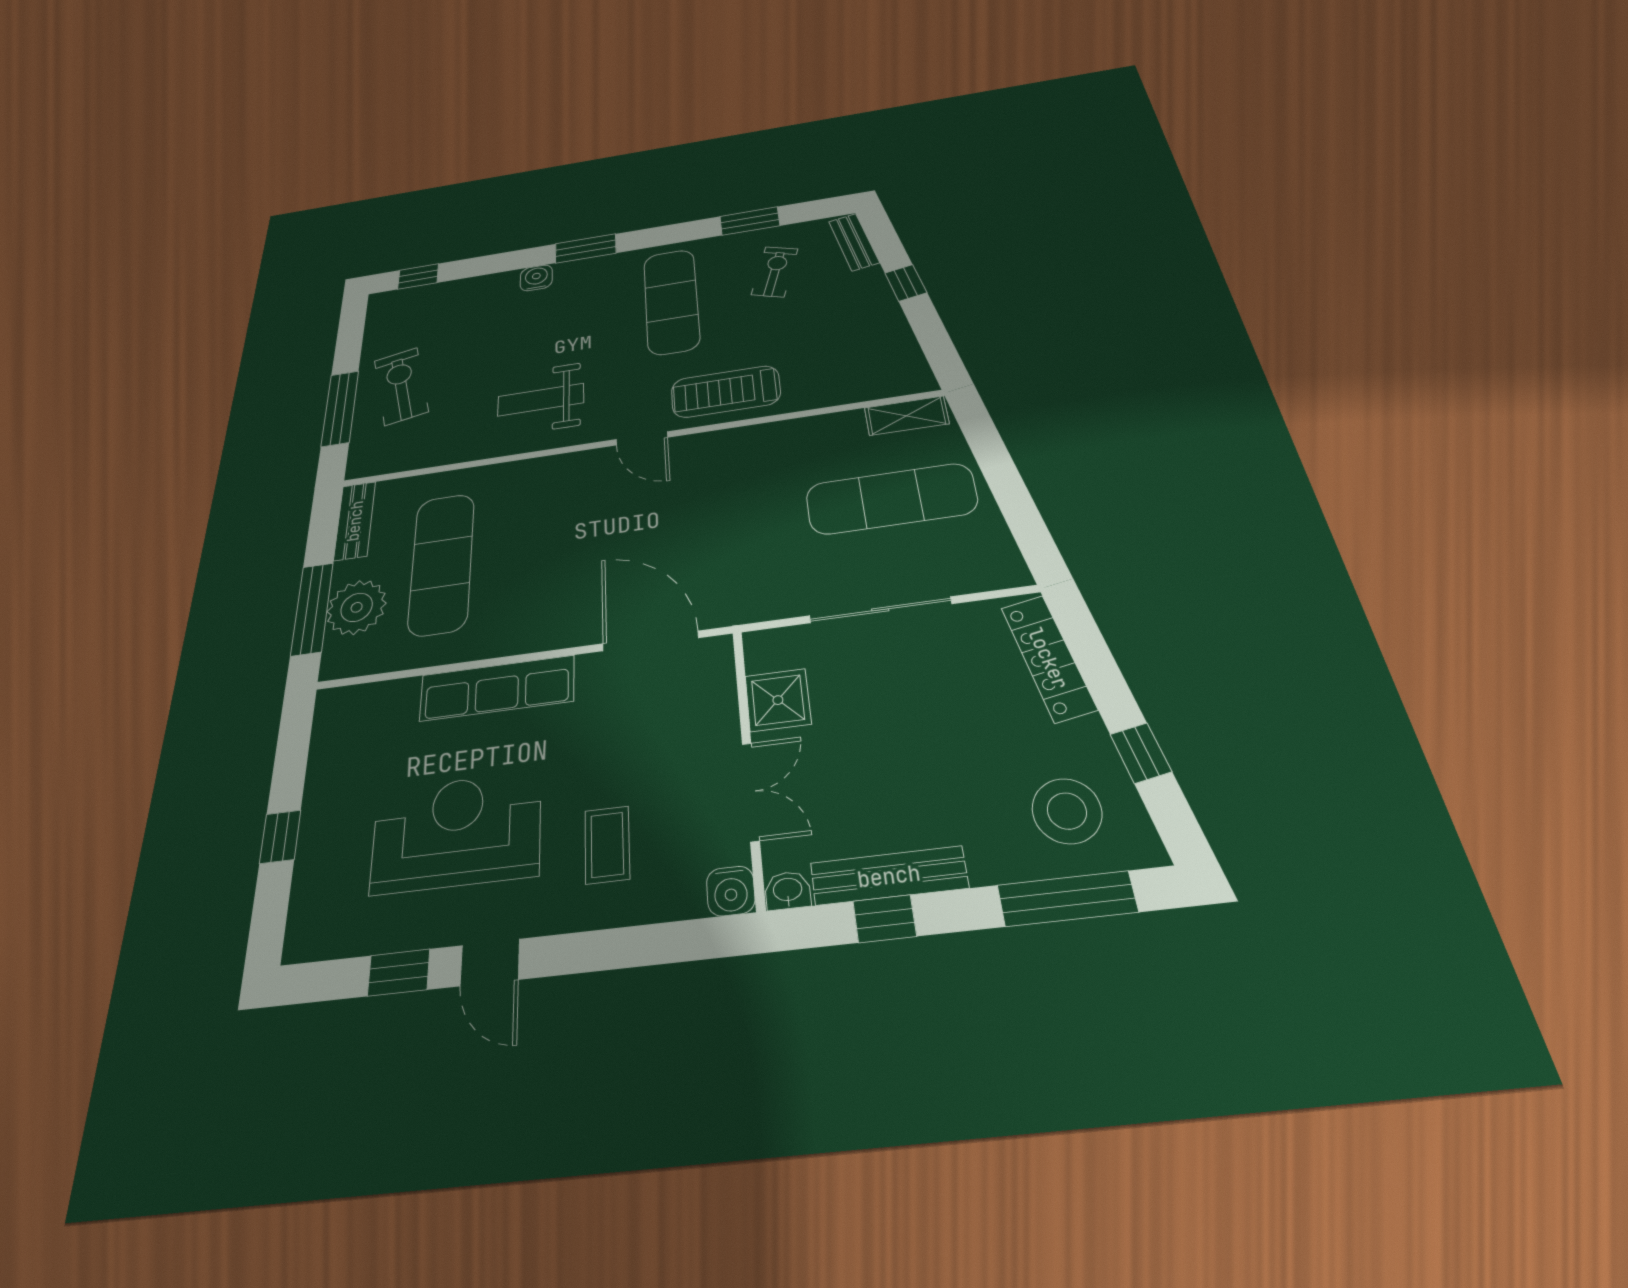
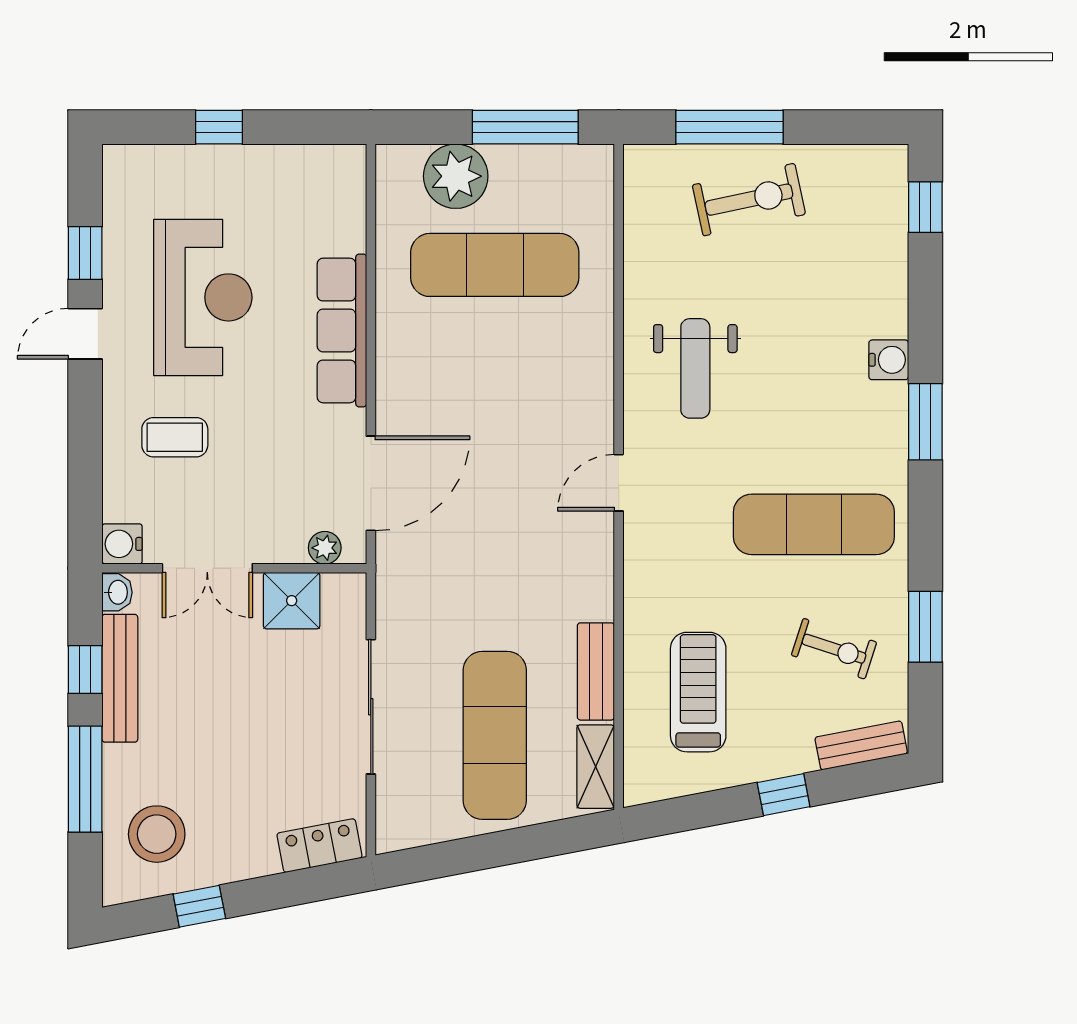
treadmill: (726, 392) -> (698, 692), moved
weight bench: (541, 400) -> (695, 368), turned 180
bench: (355, 521) -> (596, 671), moved, turned 90
window: (312, 609) -> (525, 127), moved
locker: (1048, 658) -> (319, 846), width x0.66
plant: (719, 675) -> (325, 548), added
window: (1067, 899) -> (85, 779), moved

